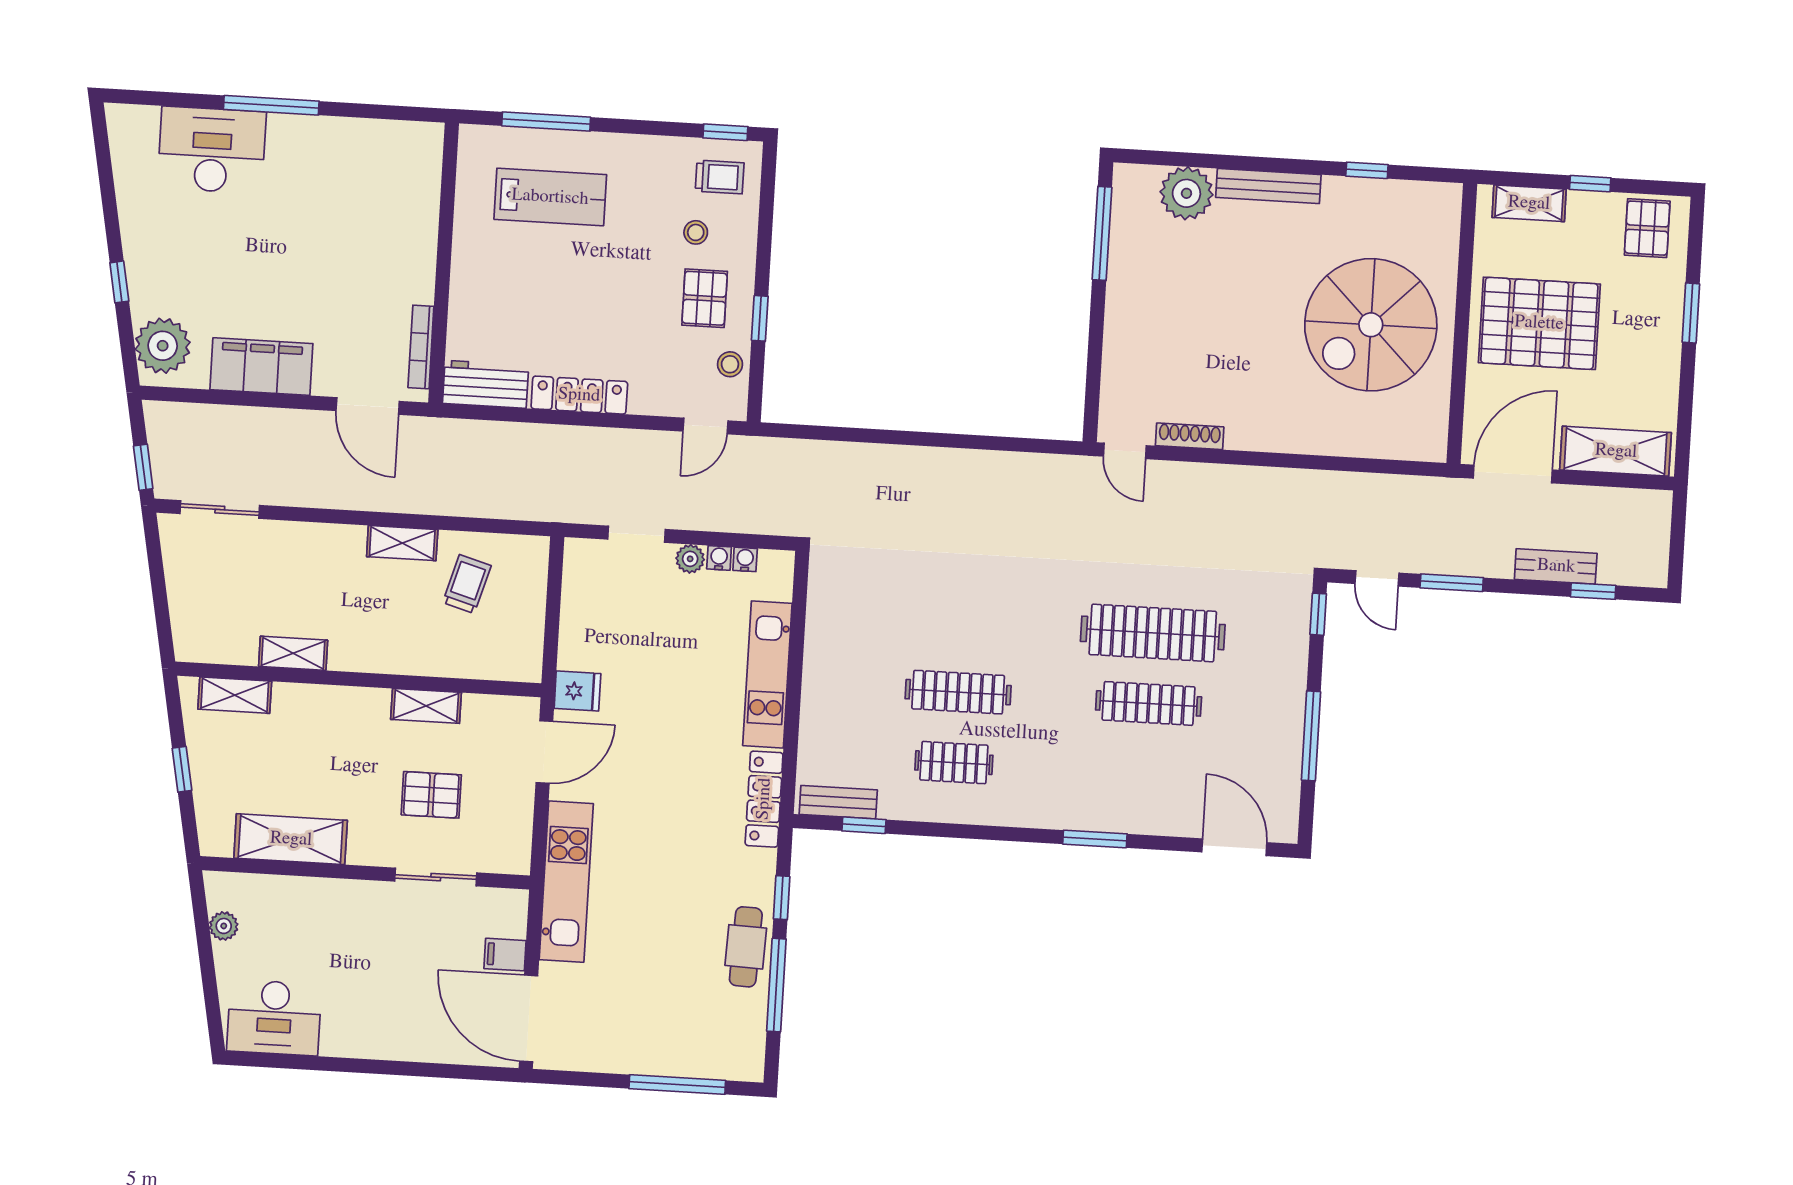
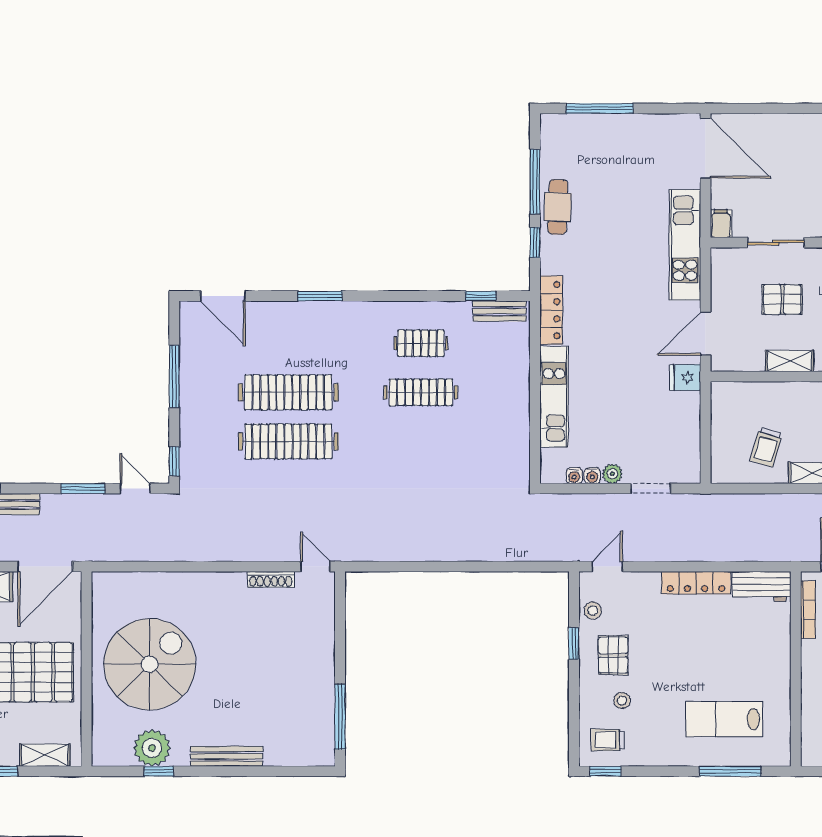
plant: (1186, 193) -> (152, 748), moved
clothes rail: (1149, 703) -> (288, 392), width x1.37, depth x1.31
filing cabinet: (505, 955) -> (721, 224), moved, turned -90

